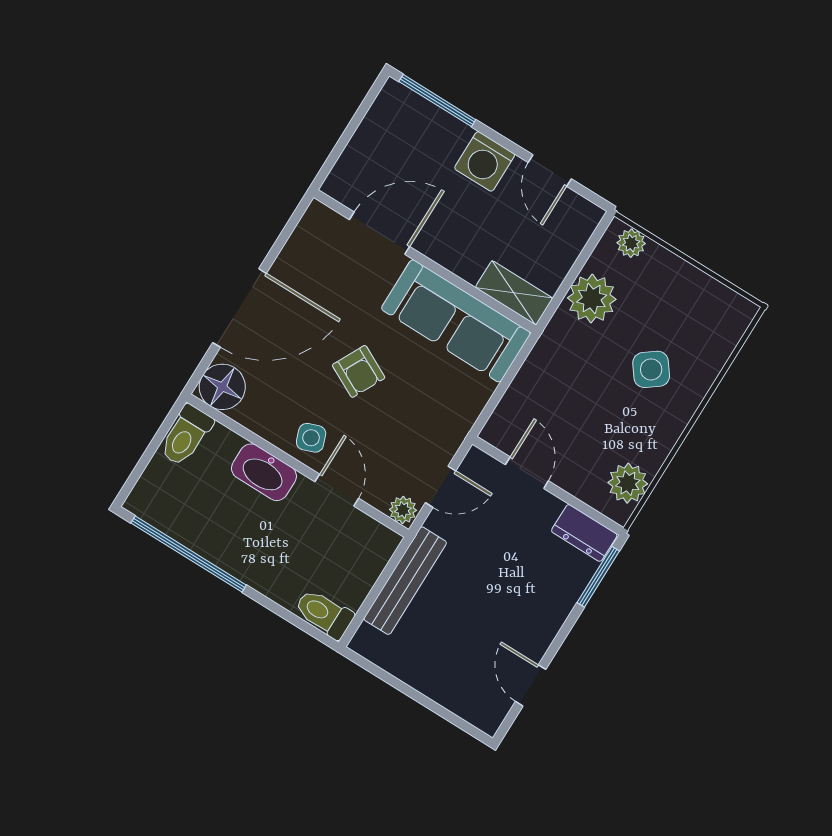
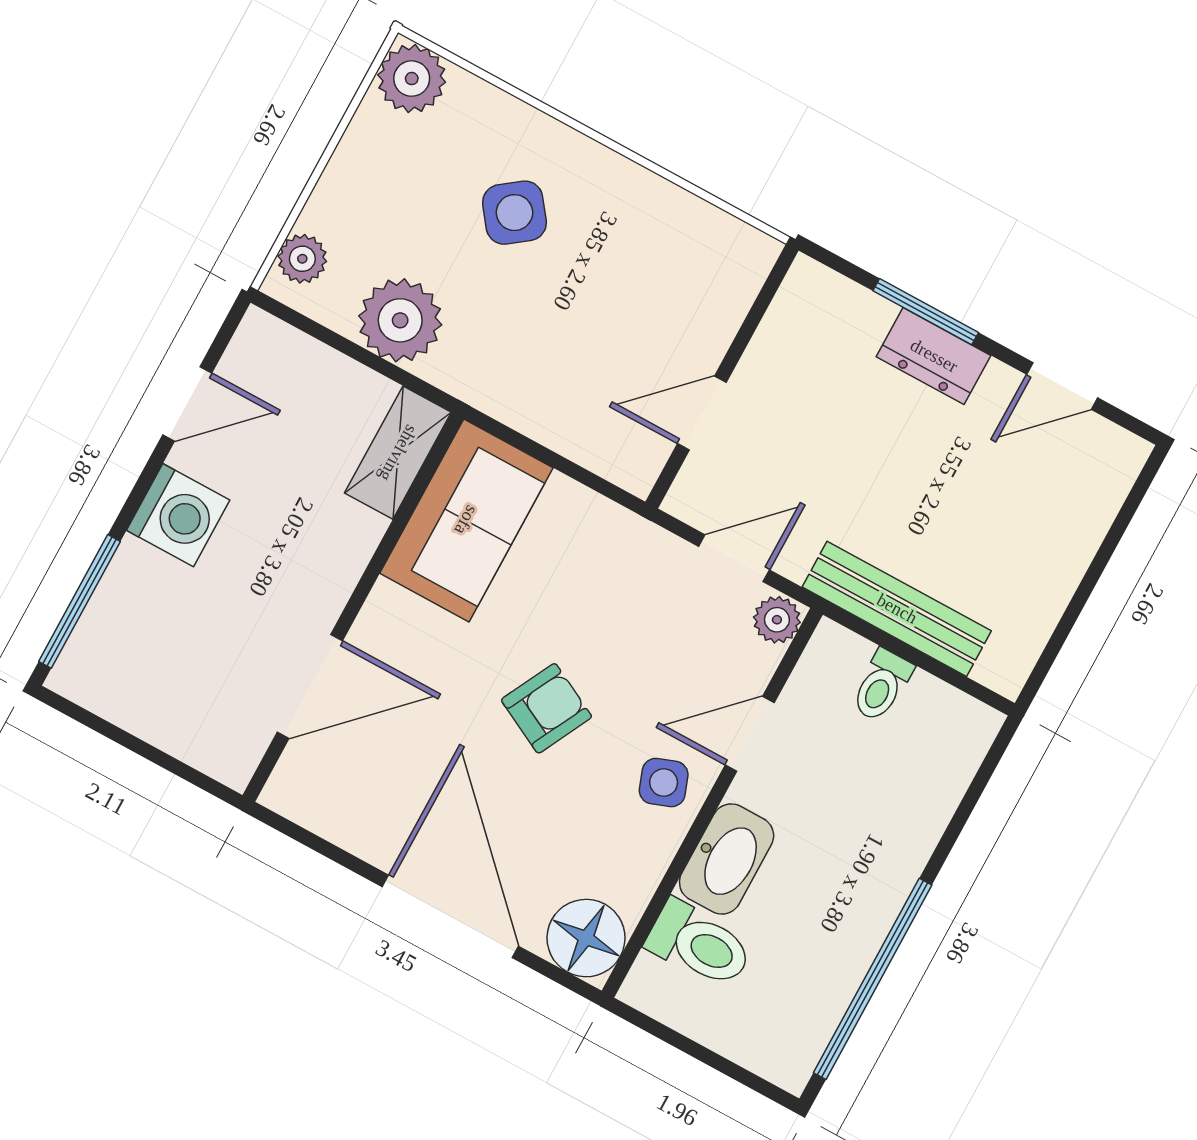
door: (380, 233) -> (310, 686), swing flipped
sofa: (456, 321) -> (466, 520), width x0.73
toilet: (186, 435) -> (699, 944), moved
plant: (628, 483) -> (412, 79), moved
door: (441, 487) -> (734, 558), hinge flipped
dresser: (584, 533) -> (934, 356), moved, turned 90
window: (598, 577) -> (926, 312), moved
toilet: (324, 614) -> (882, 685), moved, width x0.73, depth x0.72

